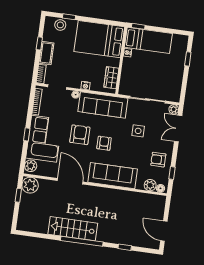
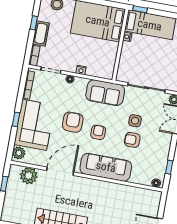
wardrobe: (111, 78) -> (109, 63), removed
sofa: (103, 105) -> (105, 93), width x0.73
armchair: (158, 160) -> (132, 140), moved
door: (70, 181) -> (60, 171), hinge flipped
plant: (30, 185) -> (29, 176), moved
plant: (150, 185) -> (145, 179), removed

